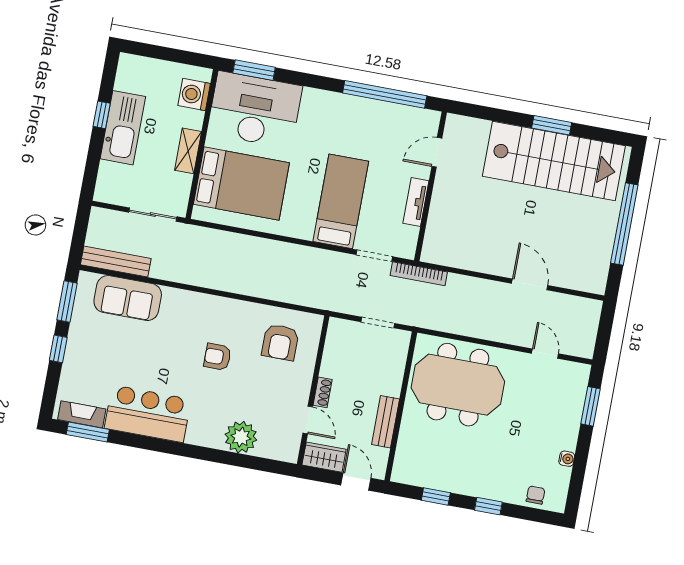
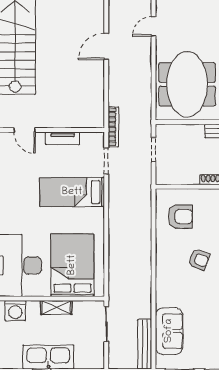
armchair: (217, 357) -> (199, 259), turned -70

